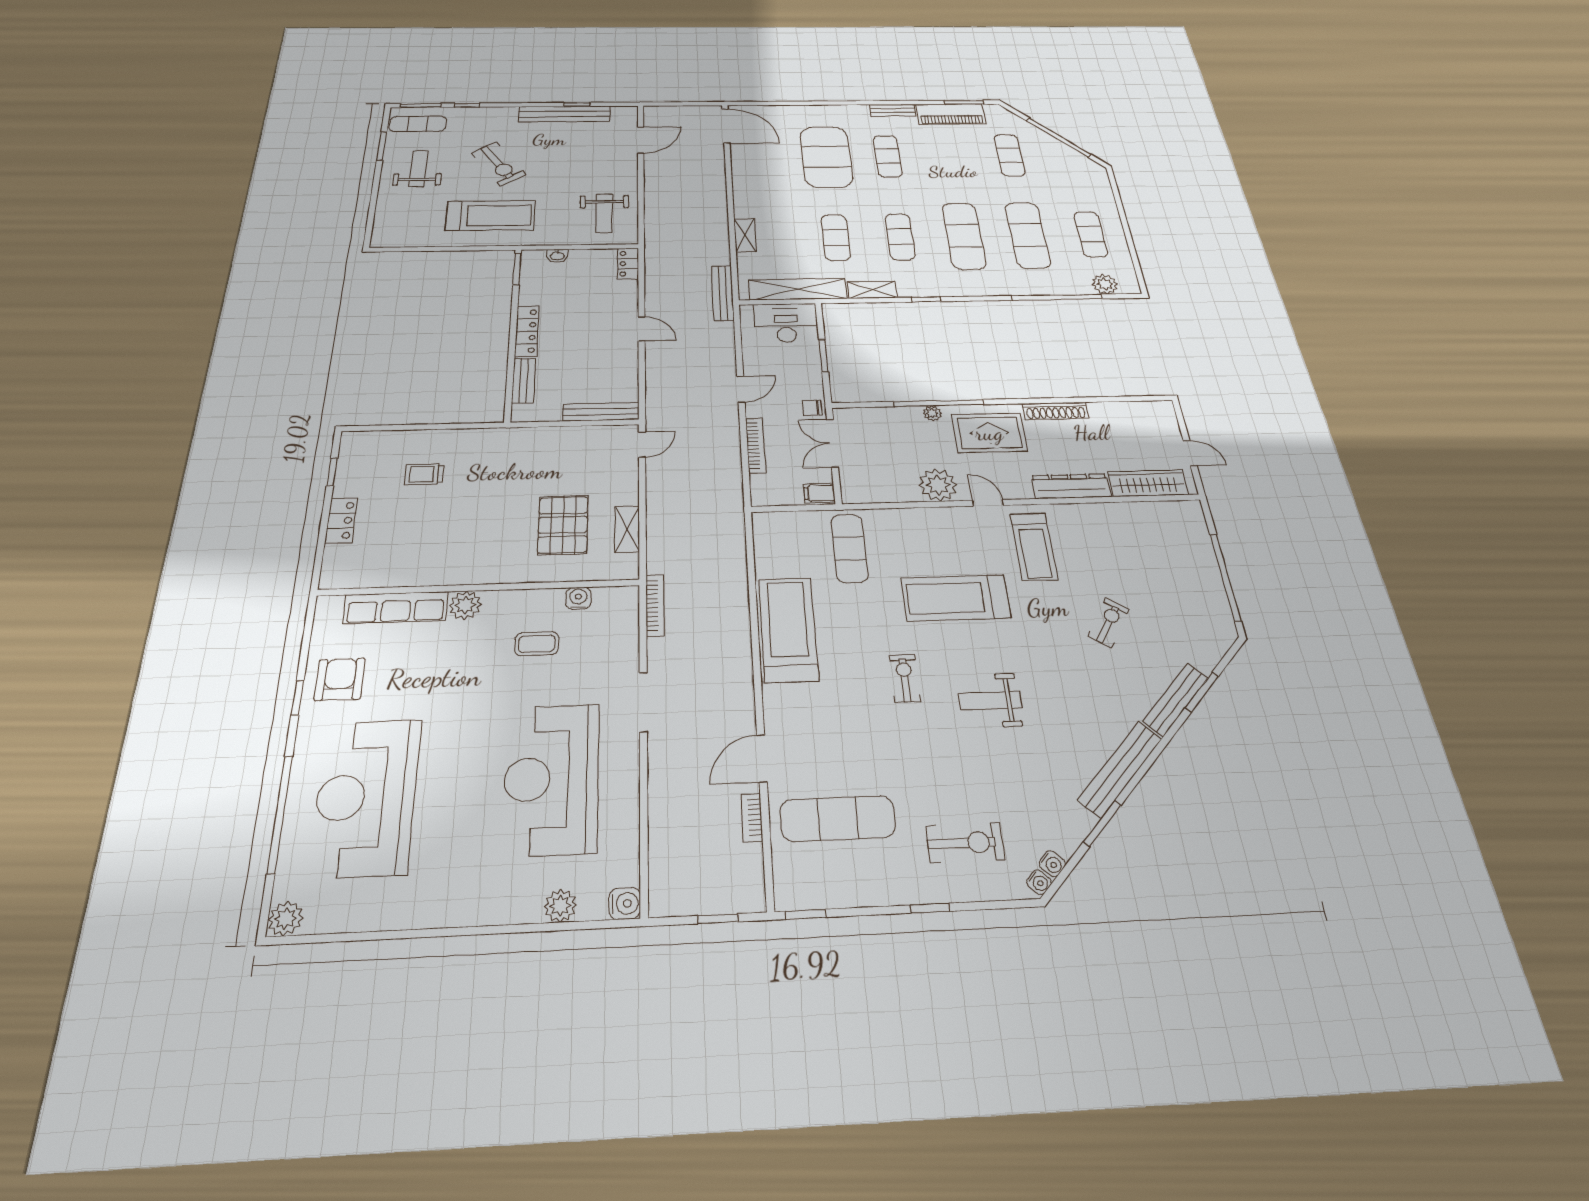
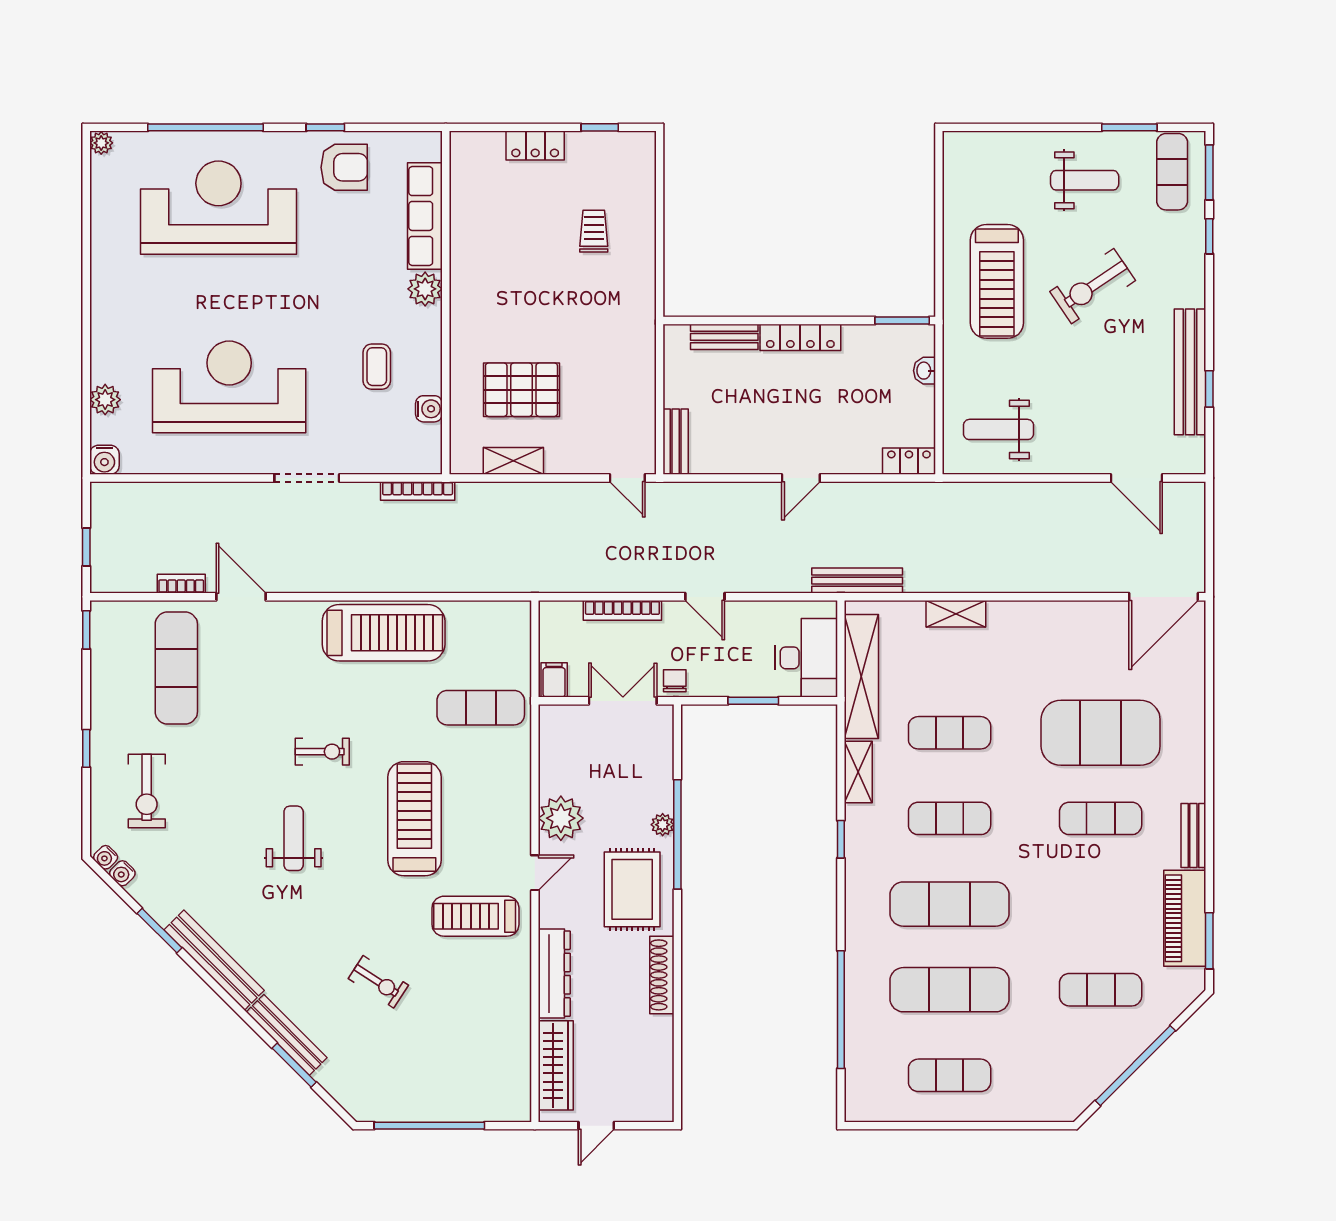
plant: (1105, 284) -> (862, 1076), removed
bench: (601, 412) -> (676, 442), width x0.73
plant: (286, 919) -> (101, 143), width x0.73, depth x0.73

